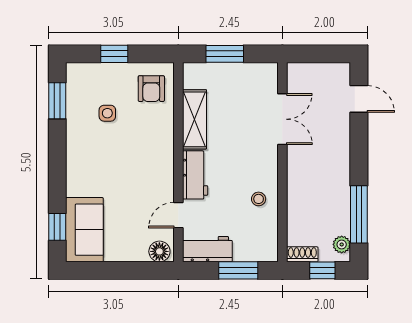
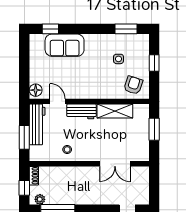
armchair: (151, 89) -> (133, 85), turned 108
sofa: (84, 230) -> (65, 45), moved
workbench: (207, 249) -> (37, 124), width x1.38

